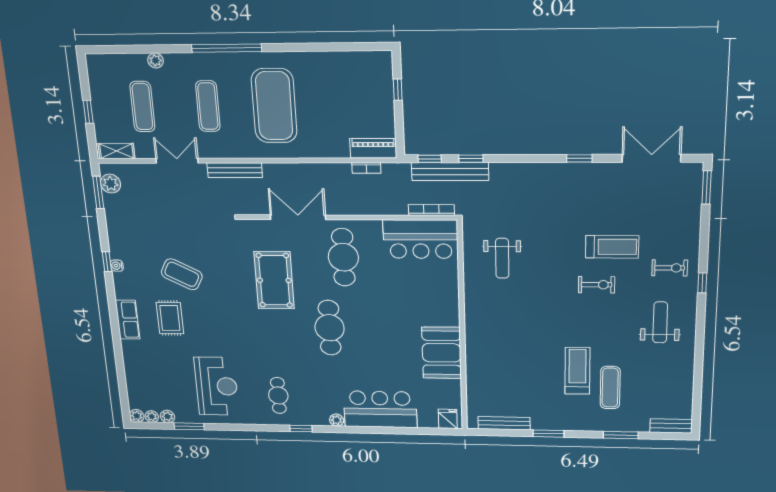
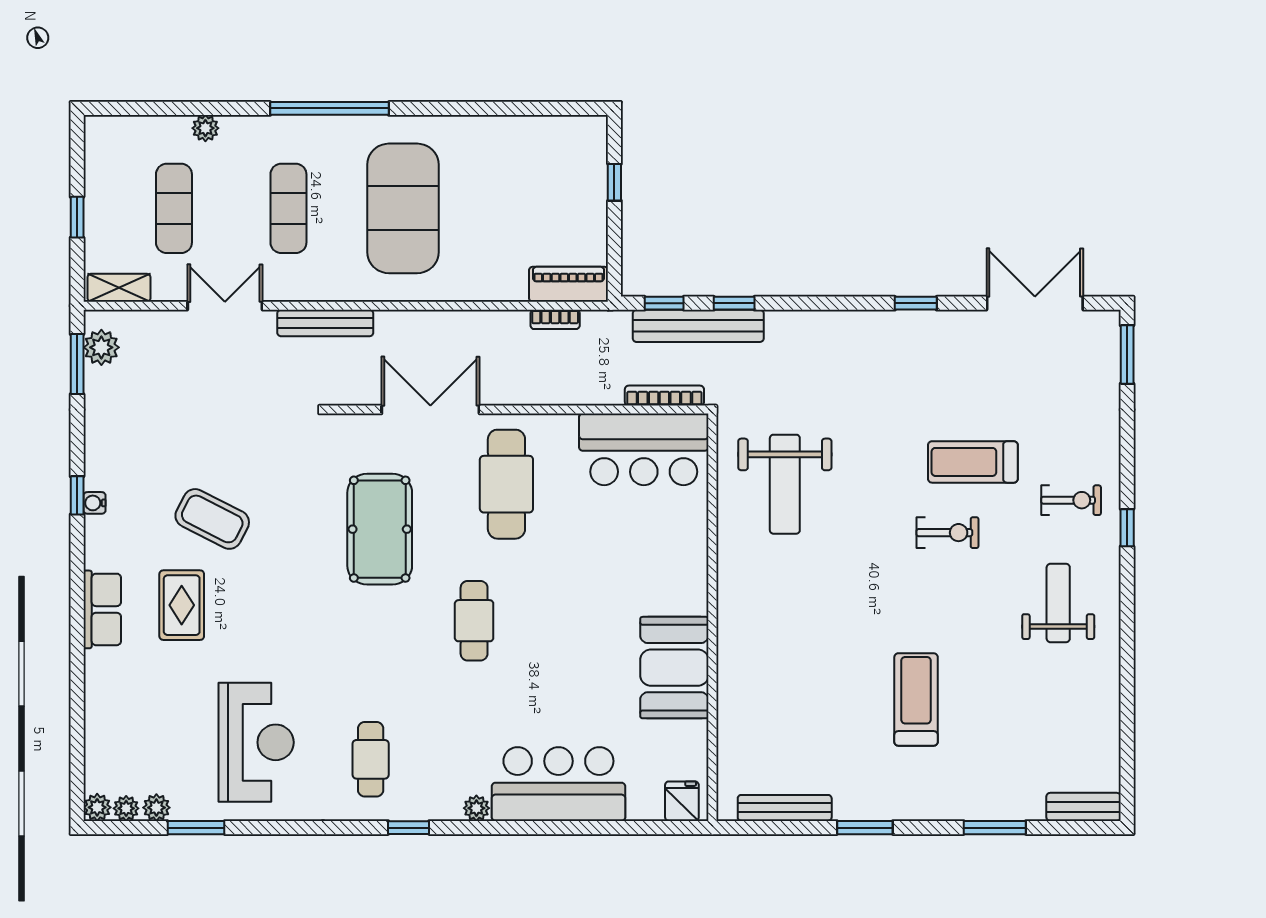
treadmill: (612, 247) -> (973, 462), turned 180
weight bench: (502, 258) -> (785, 484), width x1.36, depth x1.33
cafe table: (330, 328) -> (474, 621), width x0.73, depth x0.74
exercise mat: (610, 388) -> (974, 732), removed

